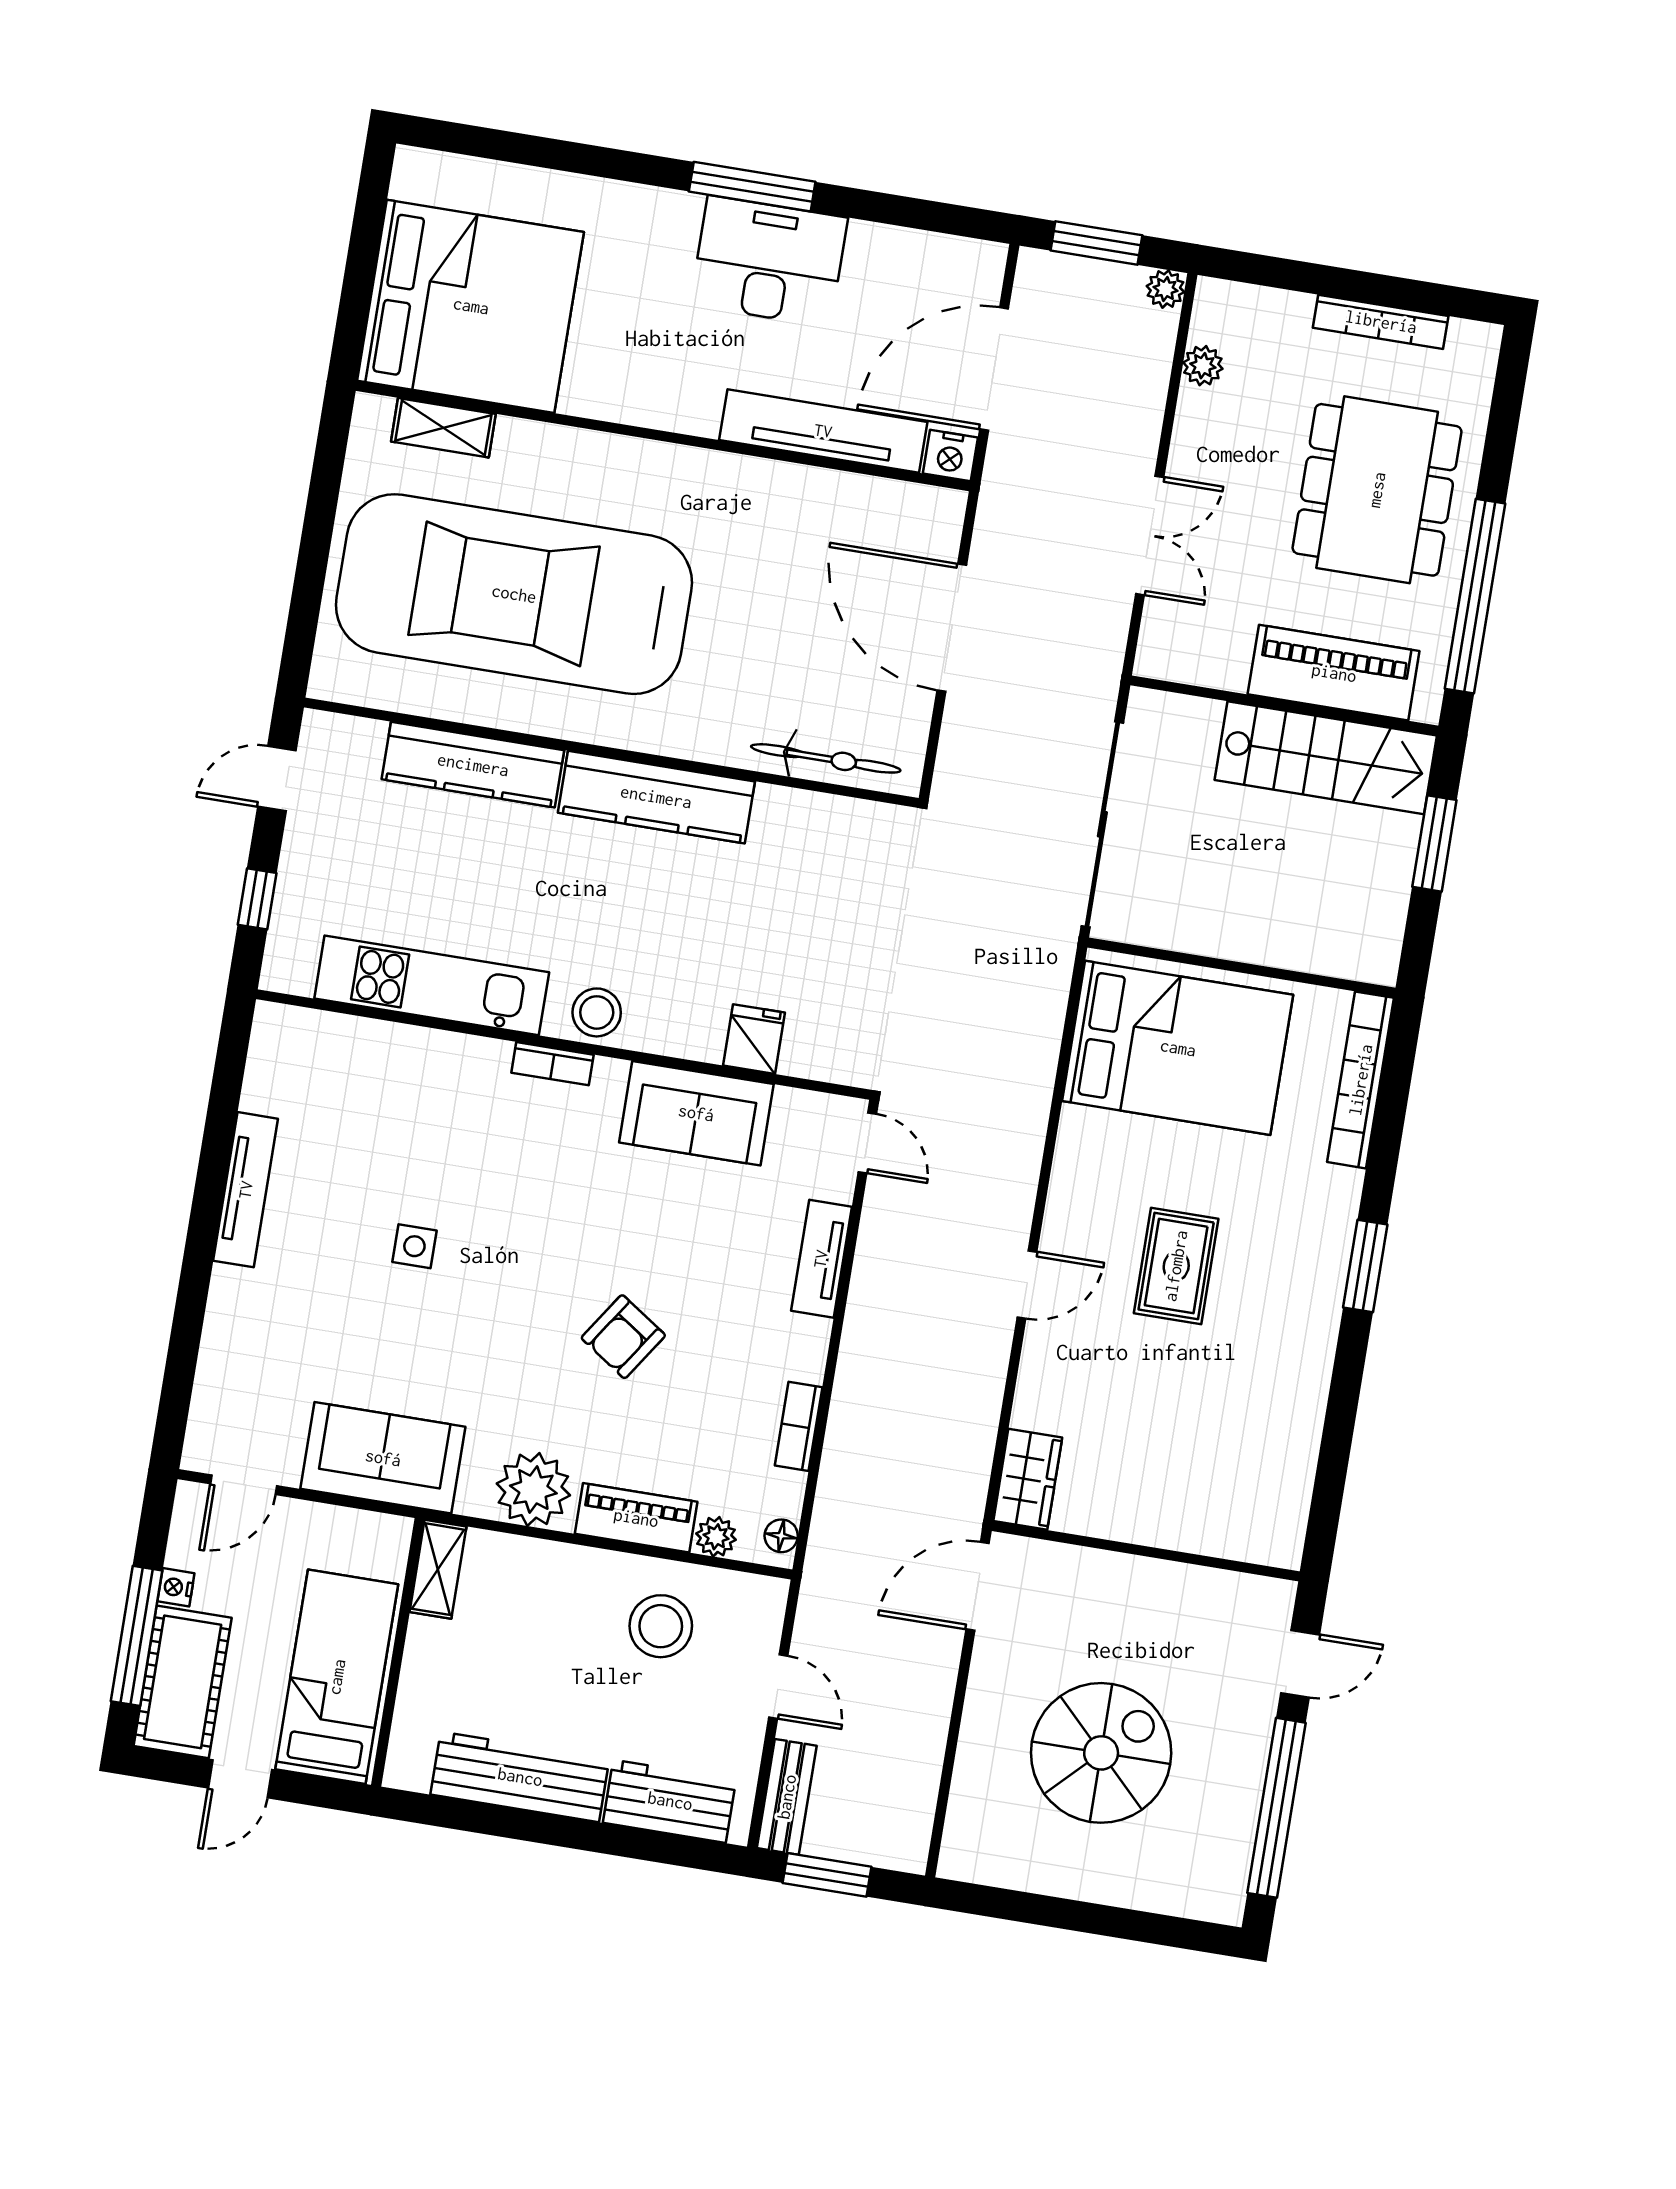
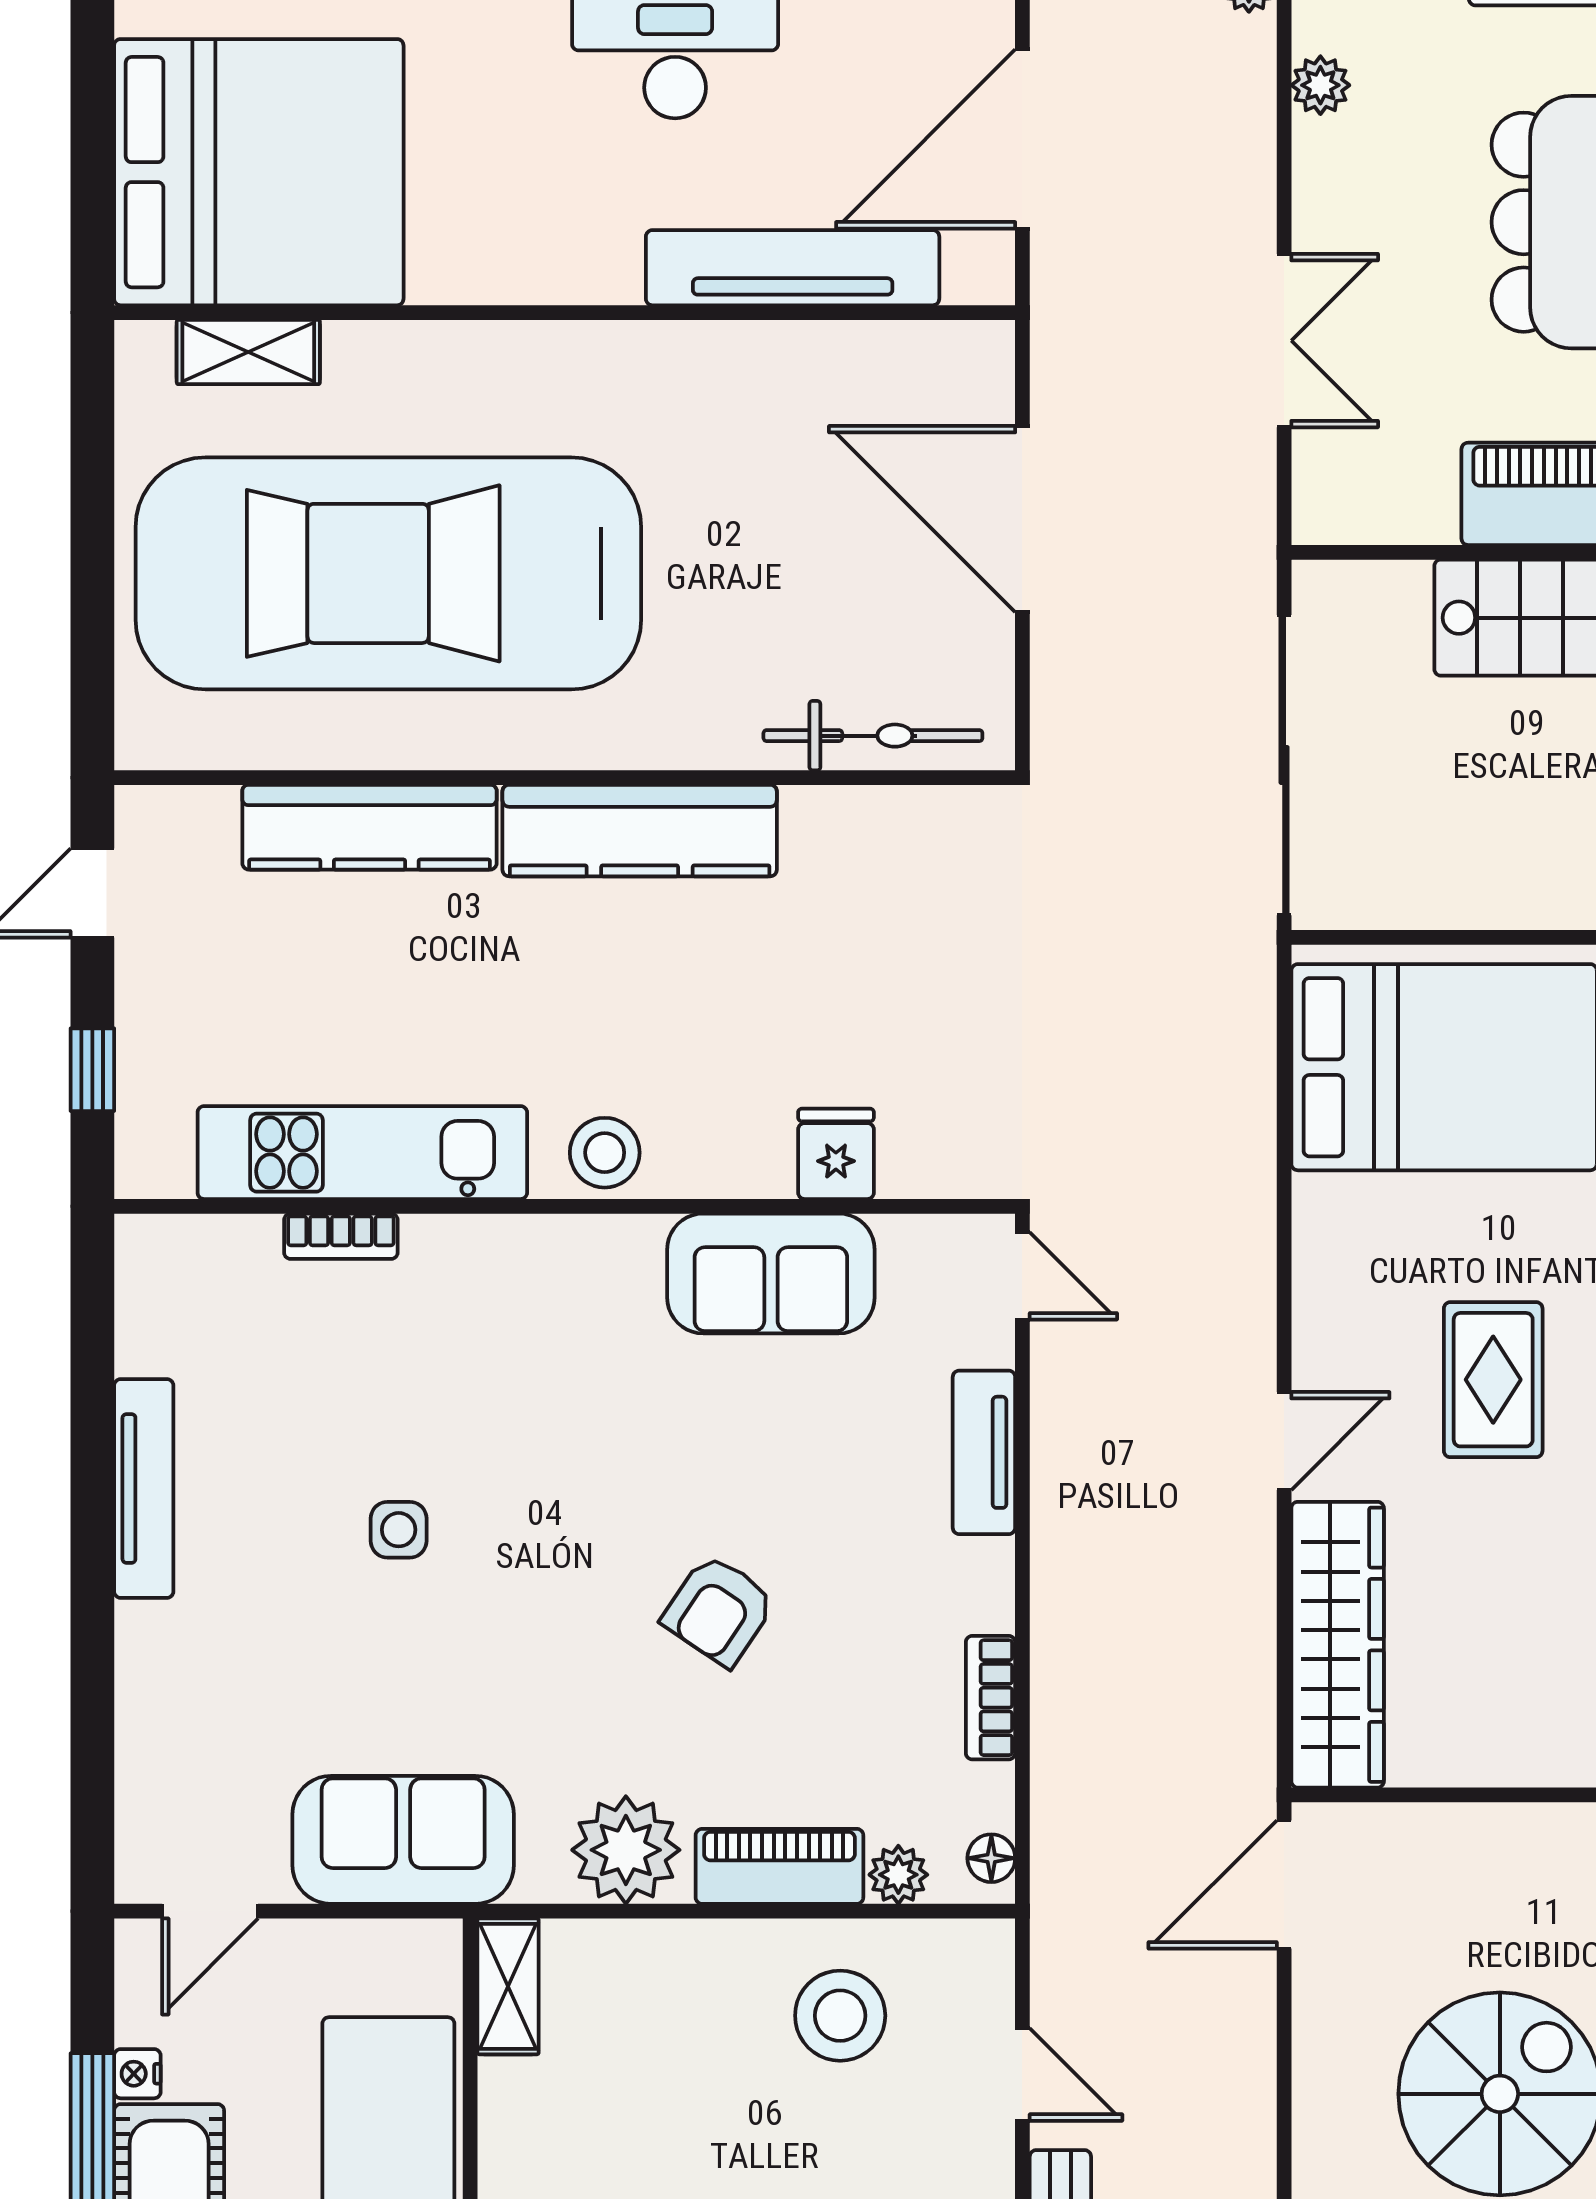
nightstand: (950, 456) -> (980, 273), removed
bookcase: (553, 1064) -> (341, 1236), moved
wardrobe: (1028, 1479) -> (1338, 1645), width x2.10, depth x1.17

